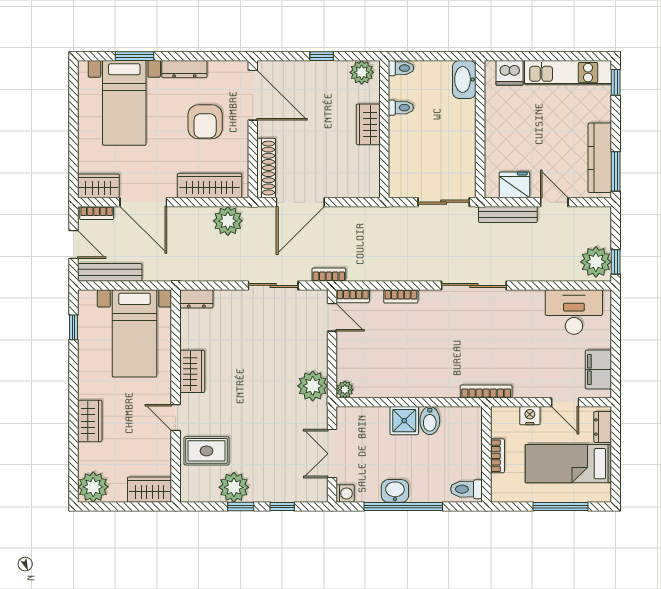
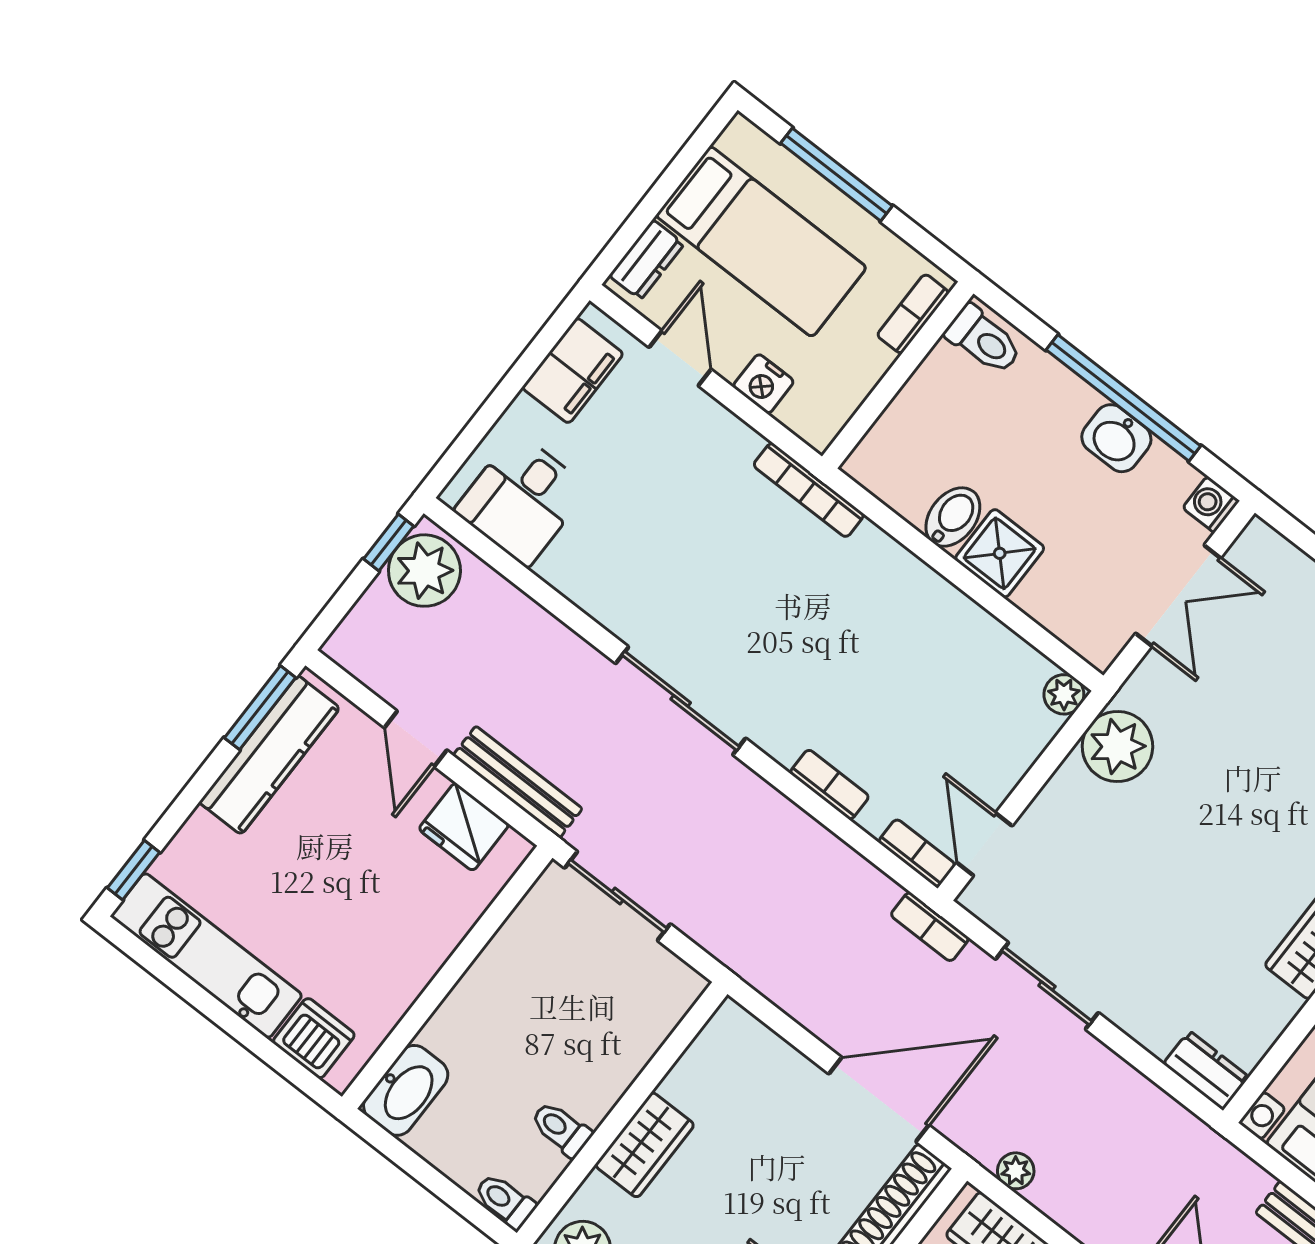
plant: (228, 221) -> (1016, 1171), width x0.53, depth x0.53
desk: (574, 312) -> (522, 499), width x0.73
bookcase: (497, 456) -> (913, 314), moved

